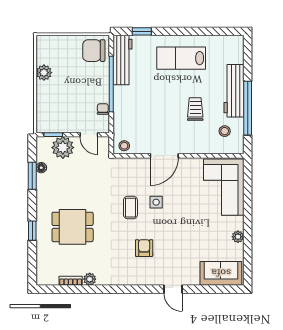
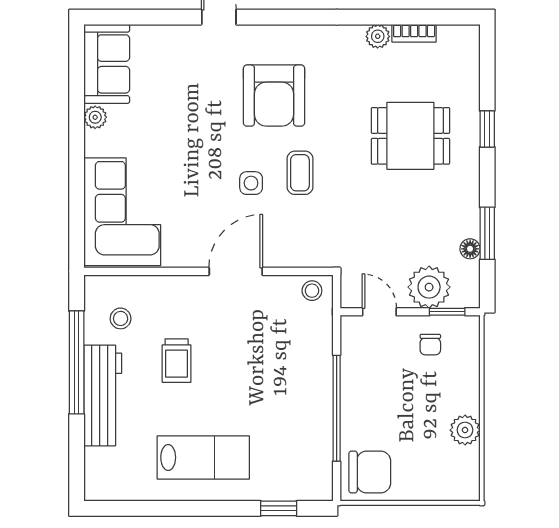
workbench: (122, 60) -> (315, 454), removed
chair: (103, 109) -> (430, 345), moved
armchair: (144, 248) -> (274, 96), width x1.88, depth x1.88
sofa: (221, 273) -> (107, 64), moved, turned -90

